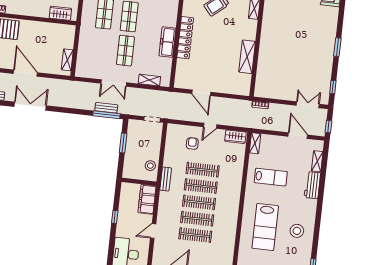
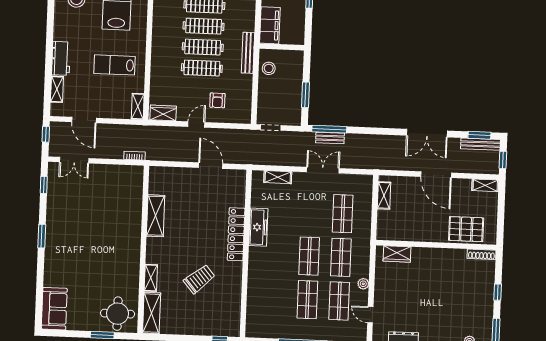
shop shelf: (125, 51) -> (343, 214), moved
bench: (166, 179) -> (248, 53), width x1.36

